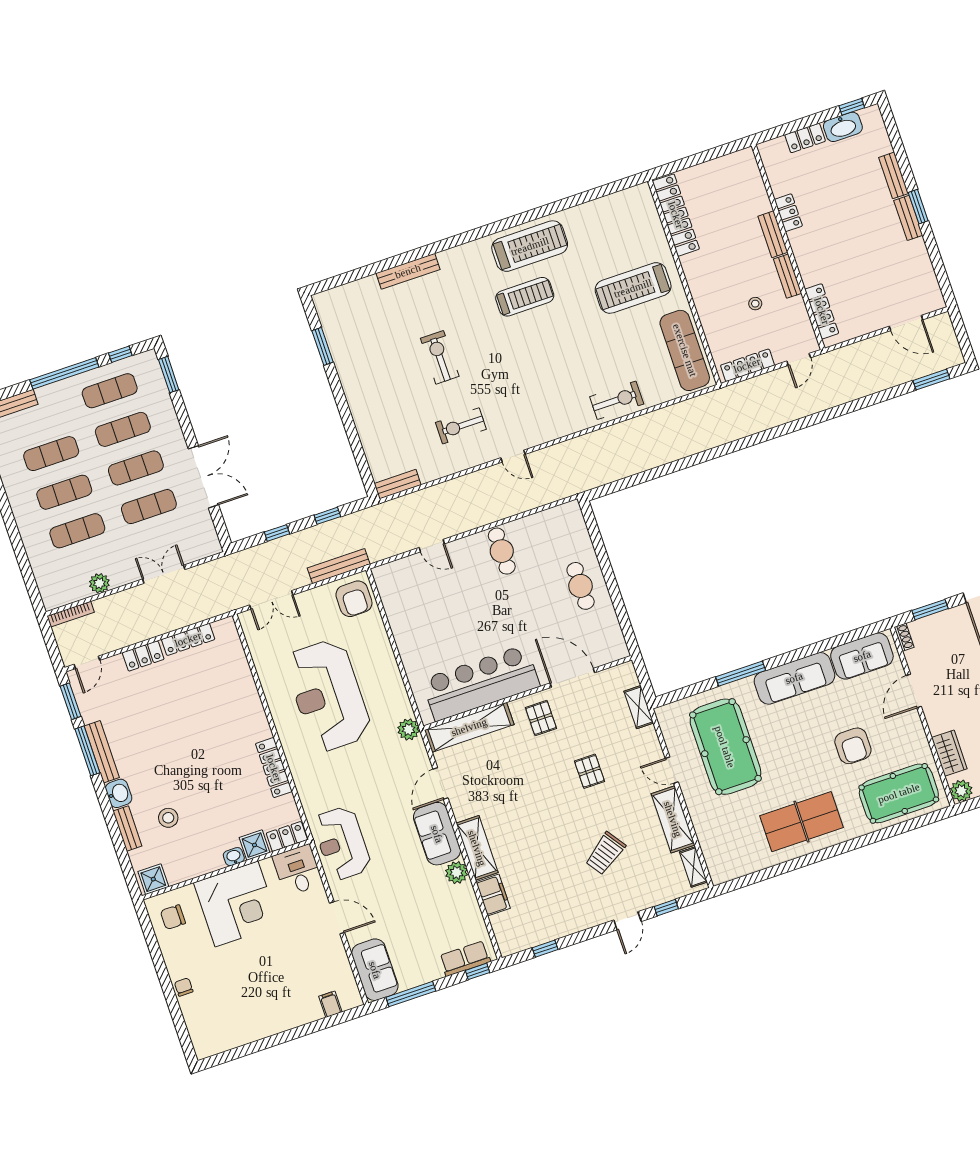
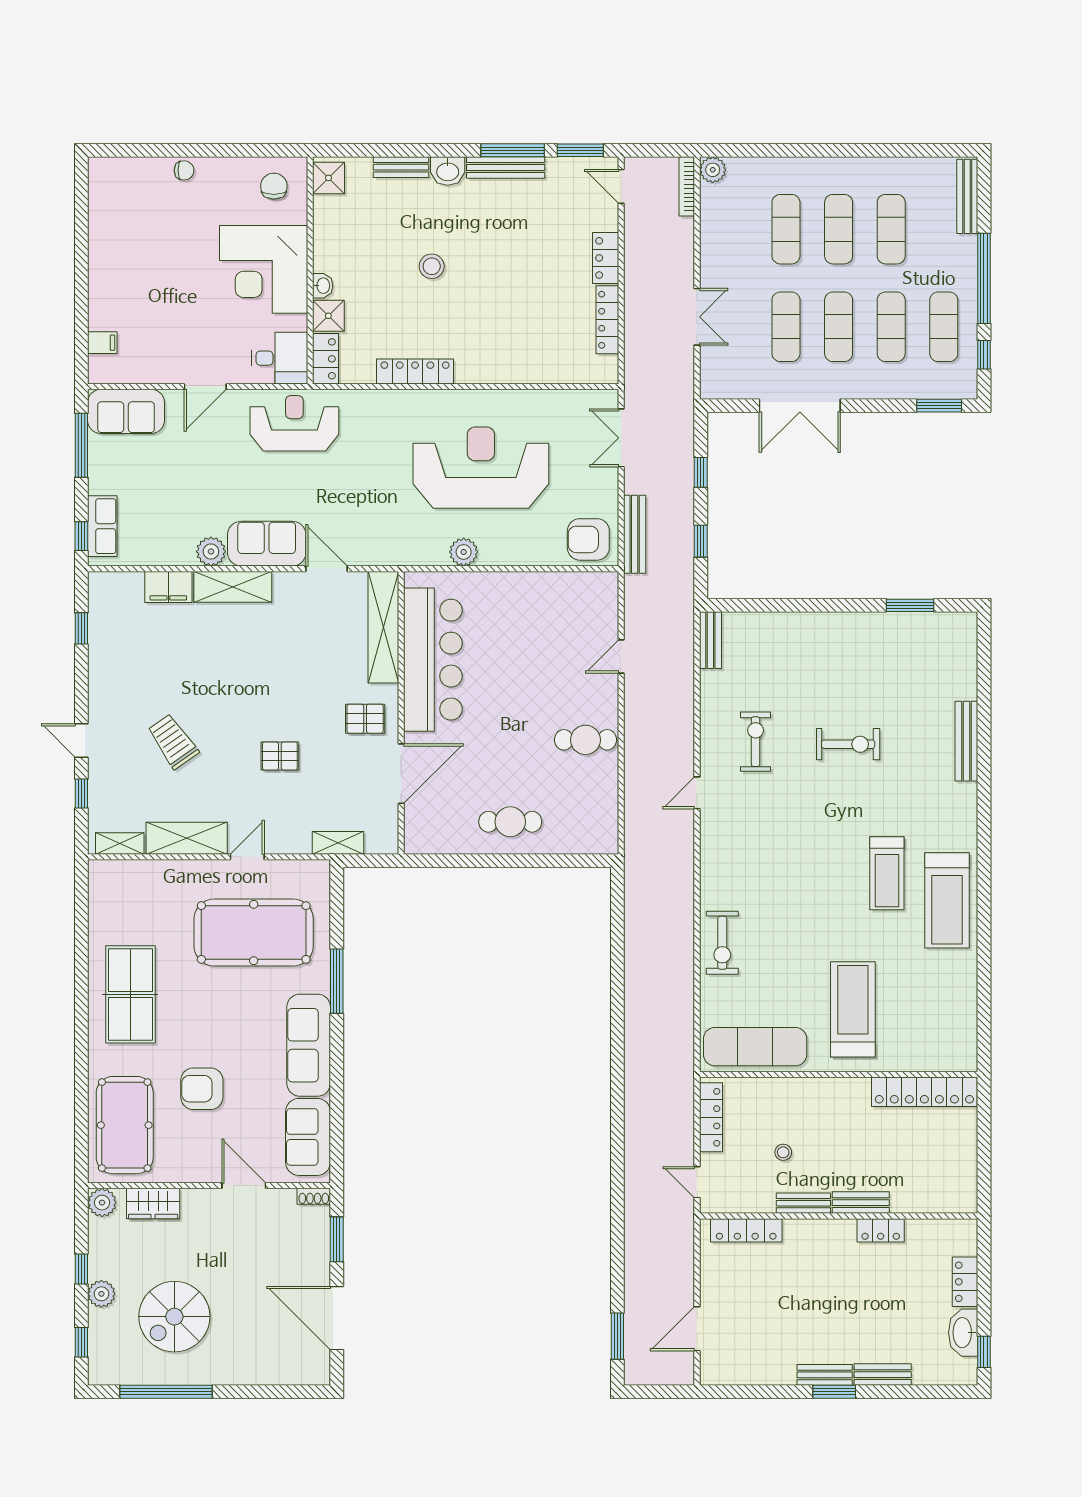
plant: (99, 583) -> (713, 170), moved
plant: (409, 729) -> (464, 552), moved
stool: (168, 818) -> (432, 266), moved

